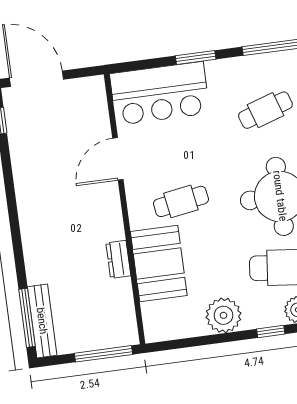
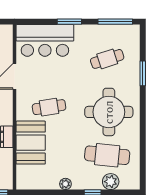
plant: (223, 315) -> (65, 184), width x0.53, depth x0.53

